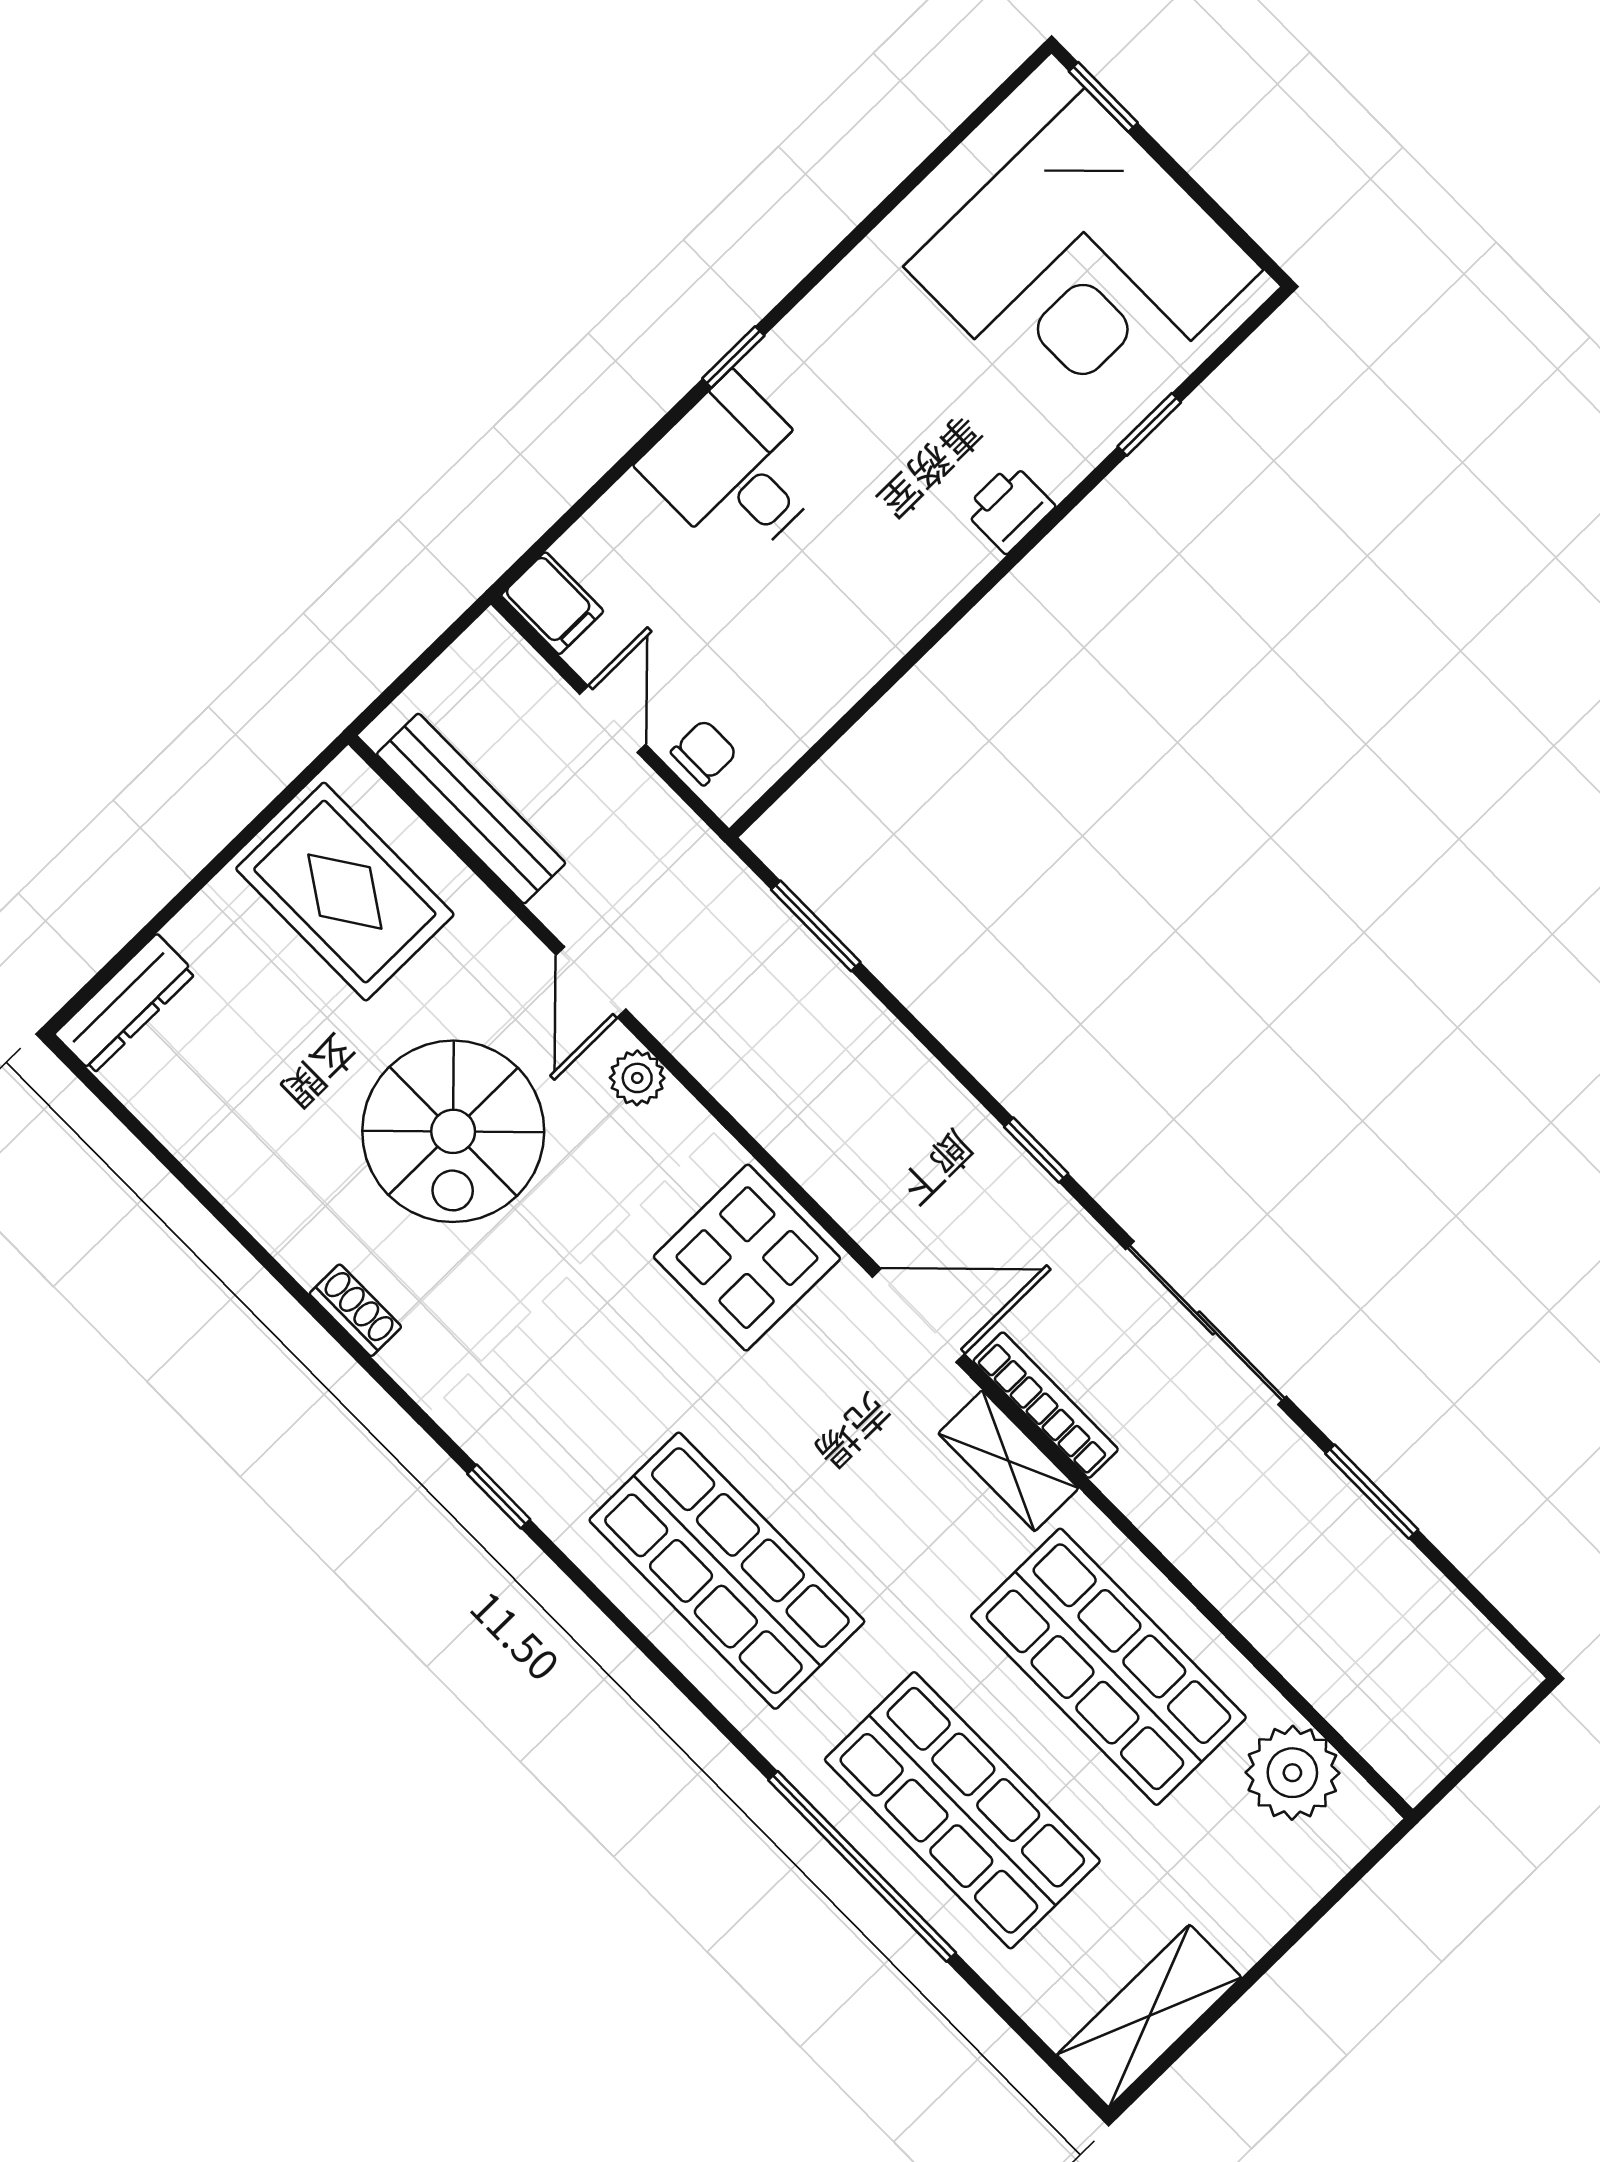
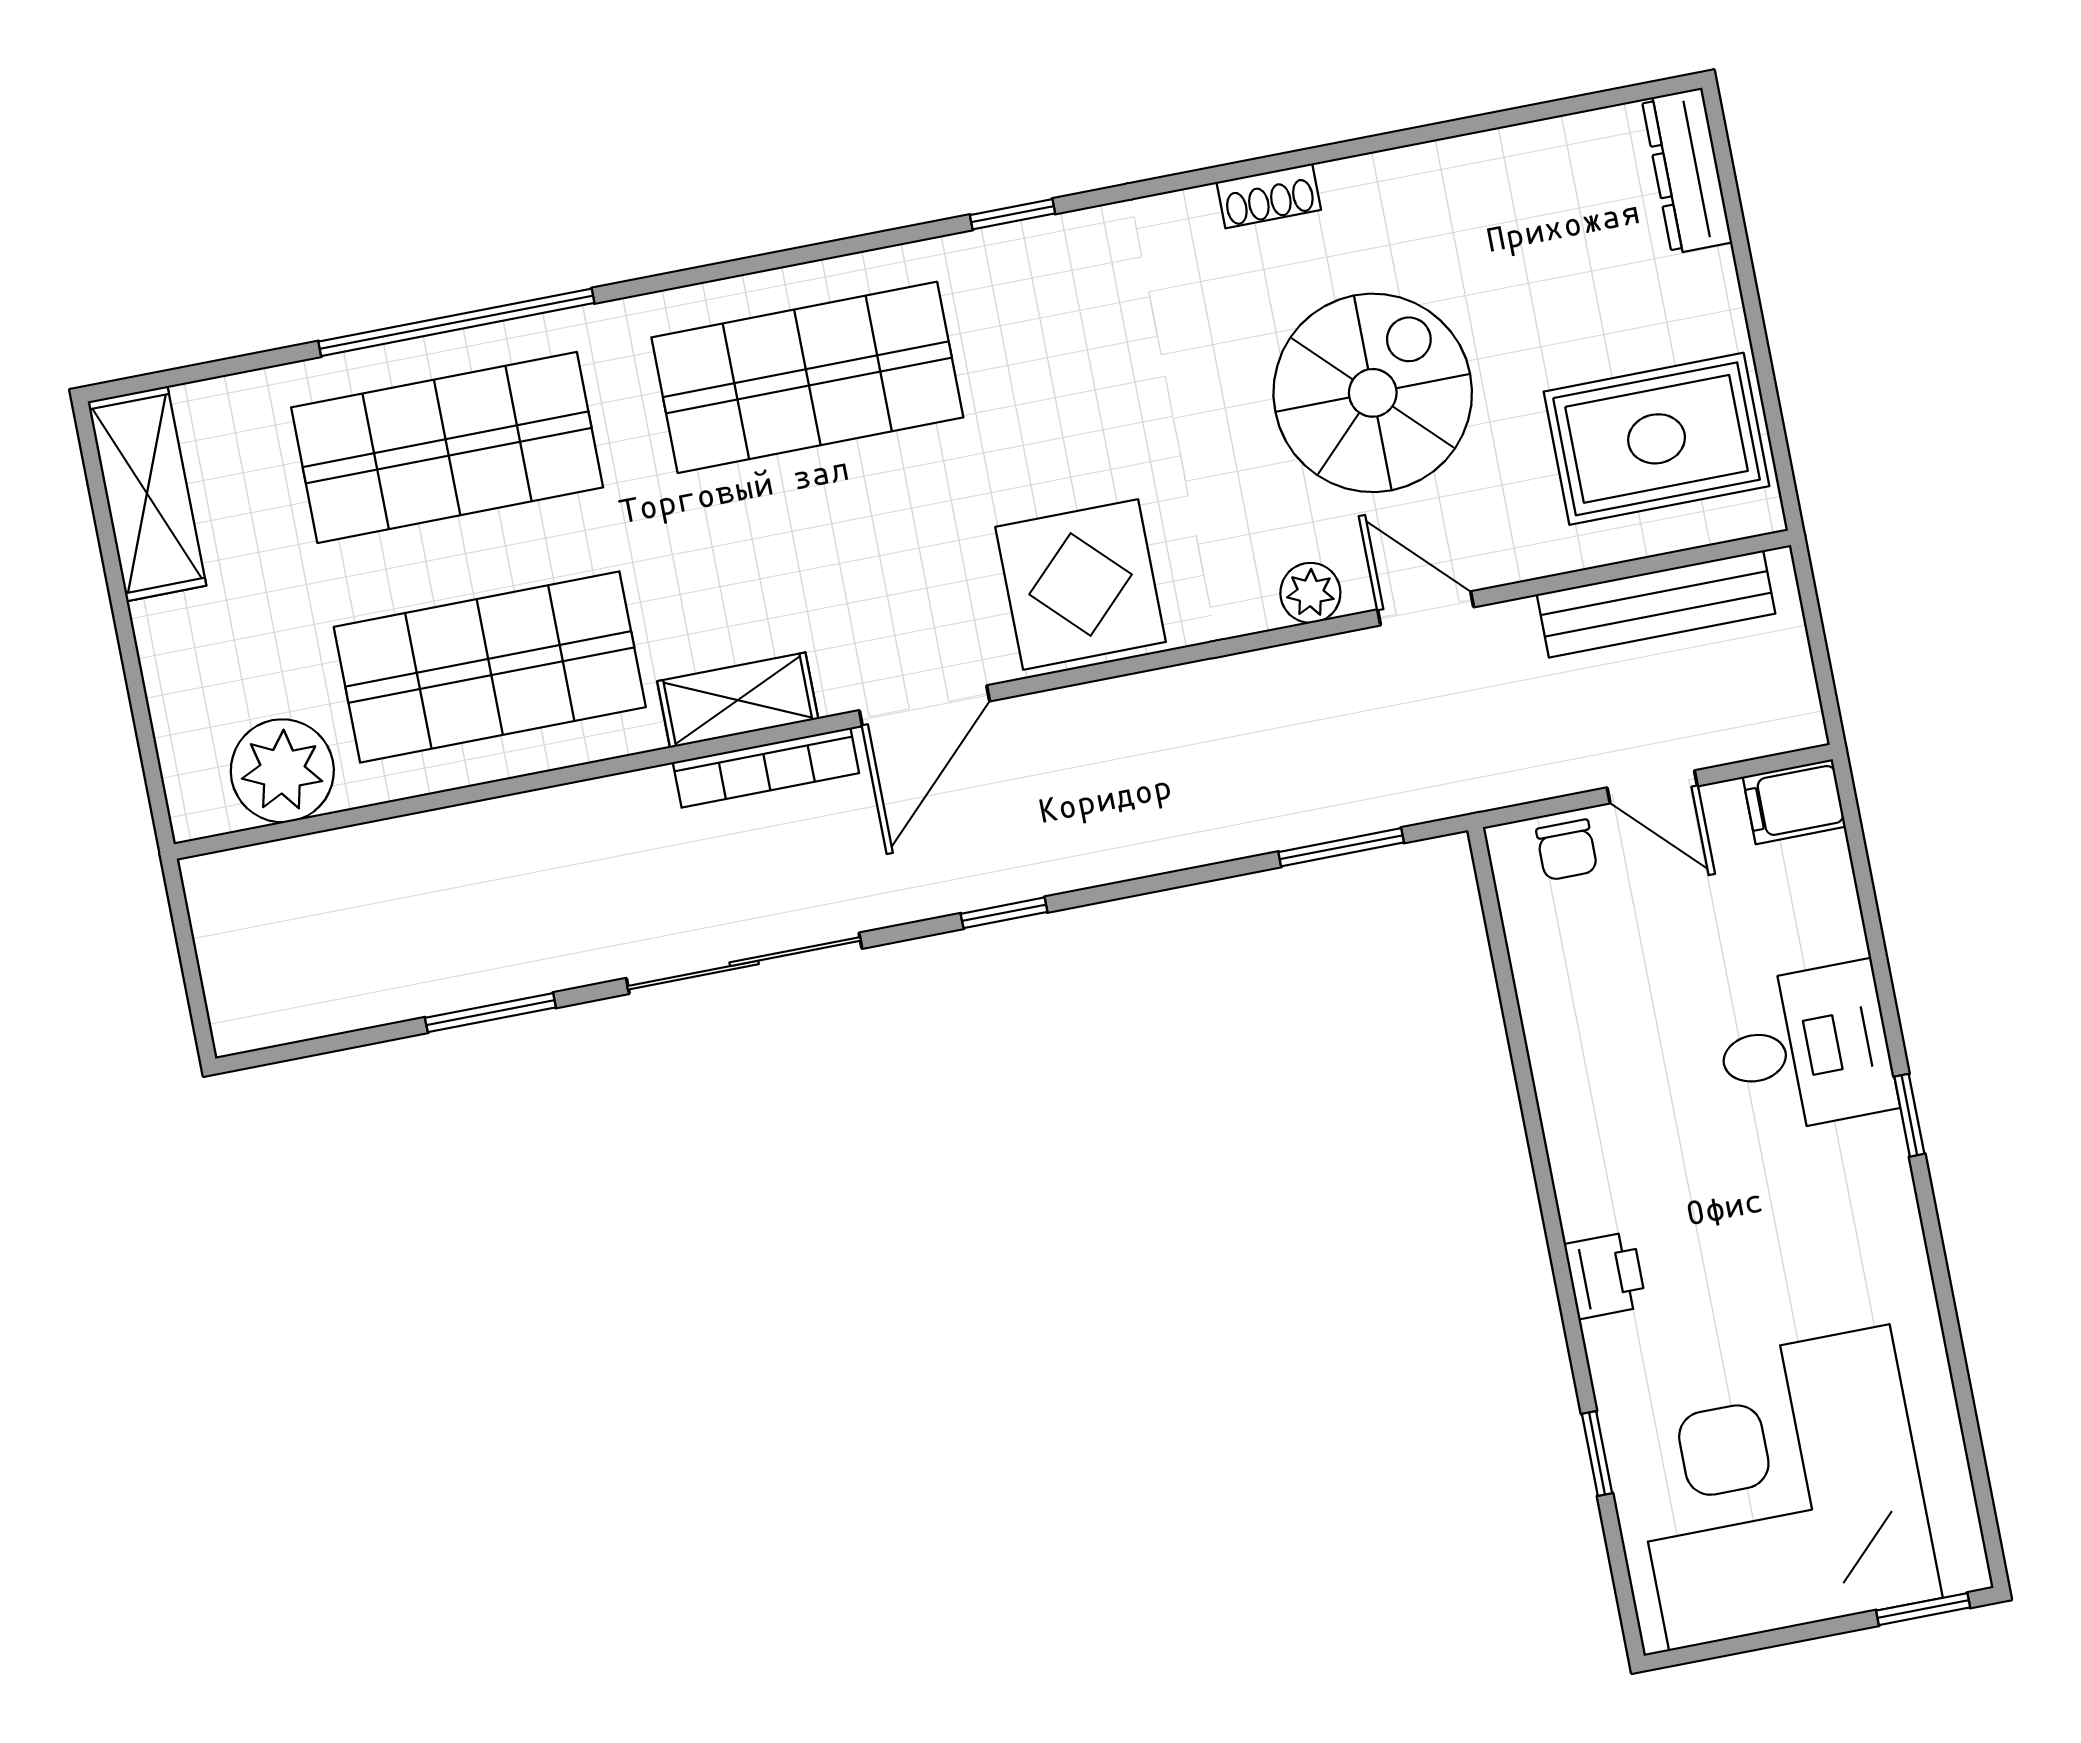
spiral stairs: (453, 1131) -> (1373, 393), turned 90

